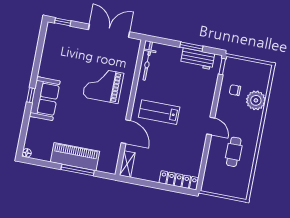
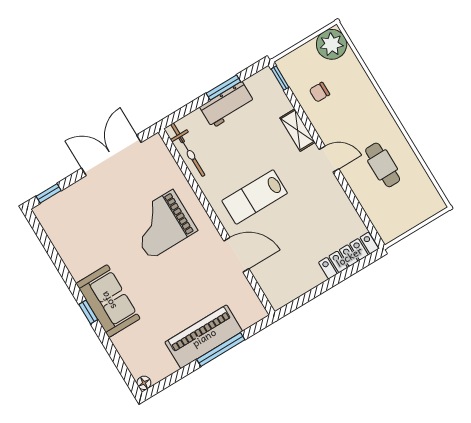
workbench: (197, 59) -> (227, 105), moved
plant: (256, 100) -> (332, 44), moved
shelving: (127, 164) -> (298, 130), moved

